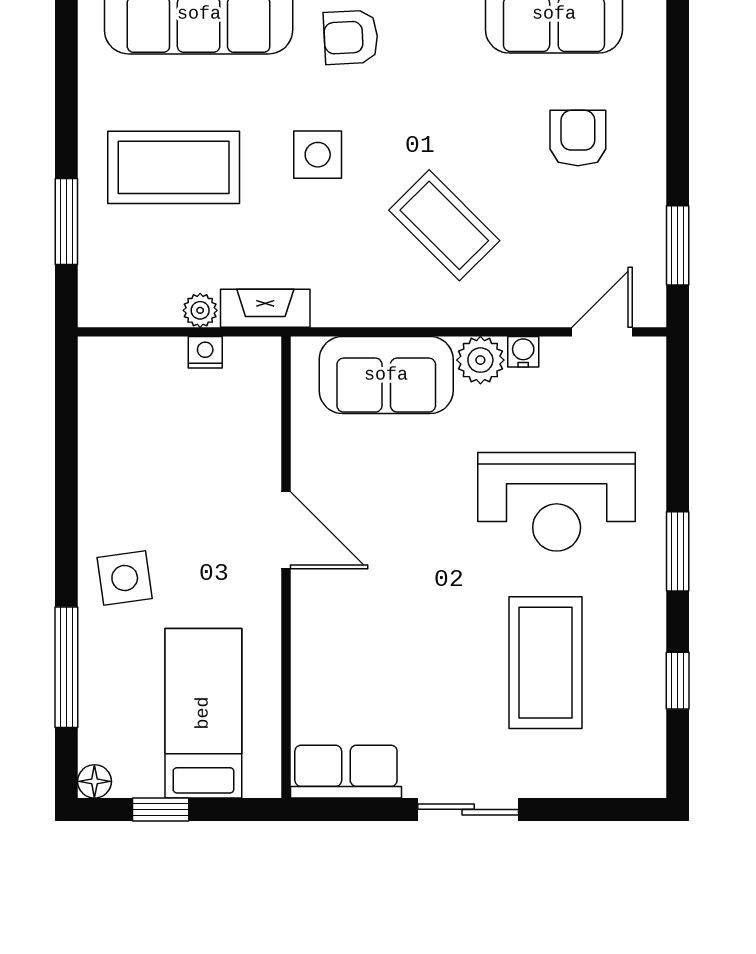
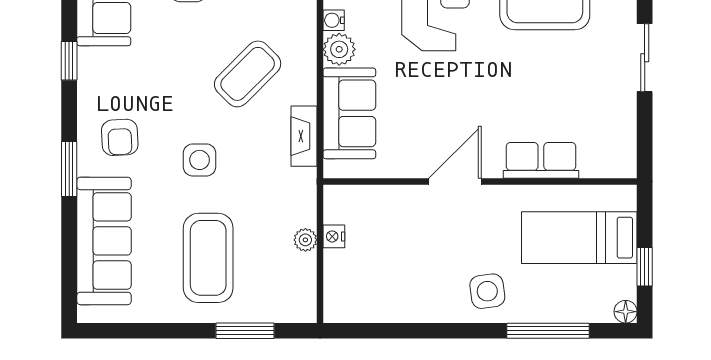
fireplace: (265, 308) -> (304, 136), moved
row of seats: (346, 772) -> (541, 160), moved, turned 90

